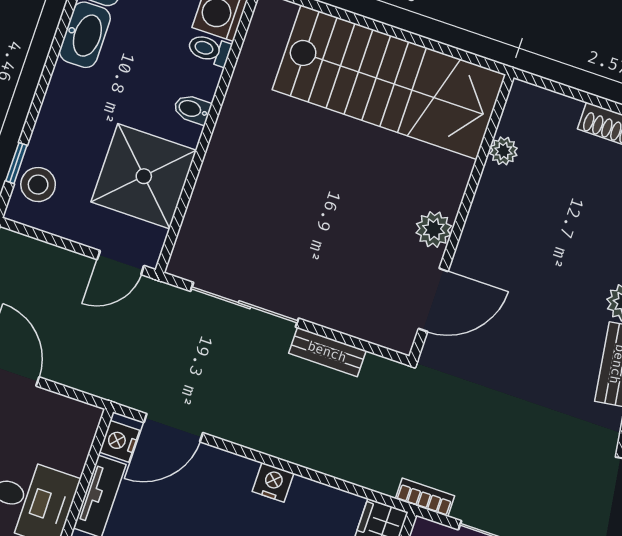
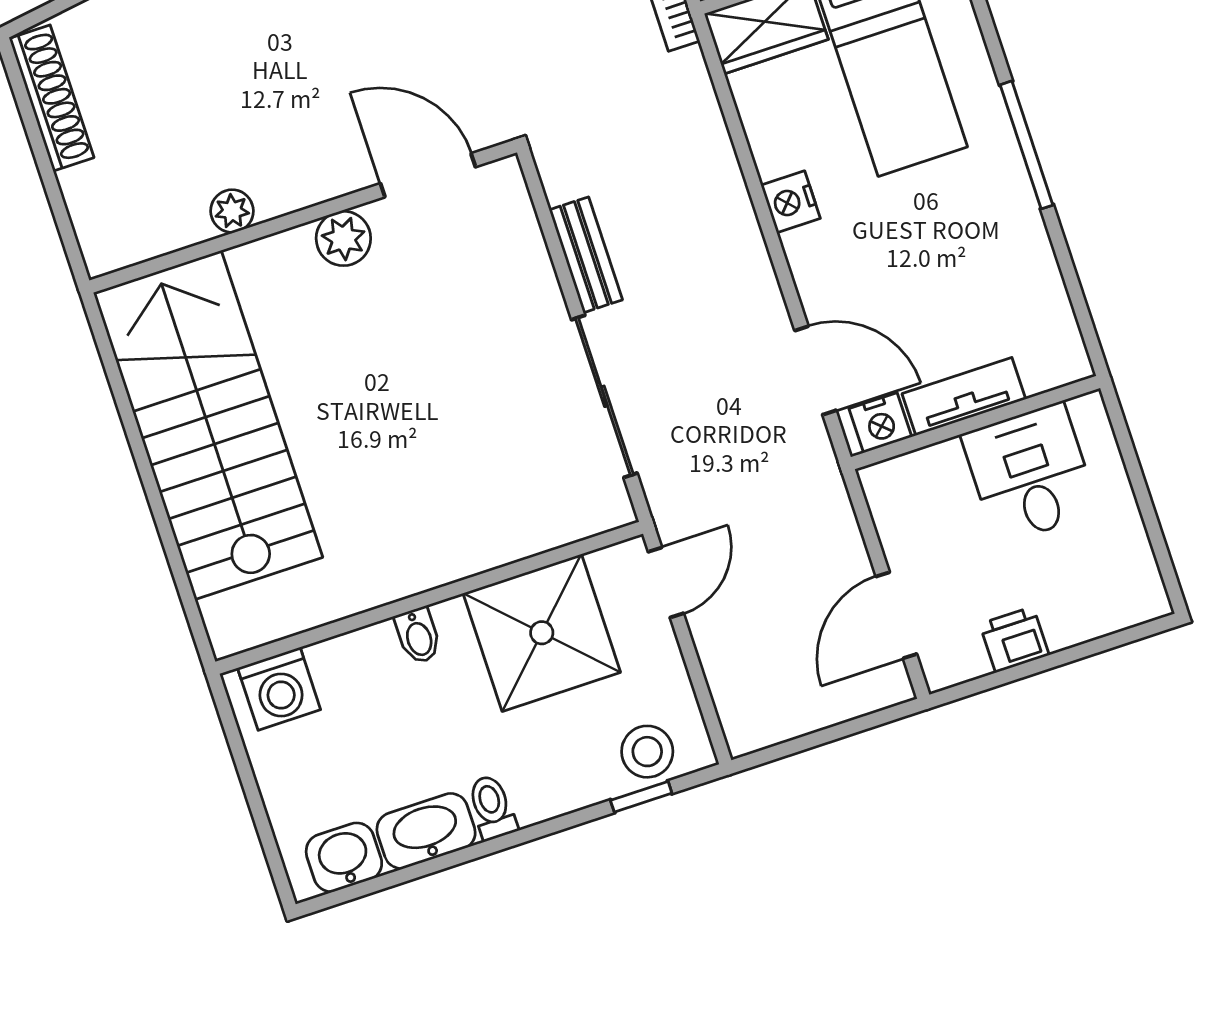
toilet: (209, 50) -> (492, 807), moved, turned 180
plant: (504, 151) -> (232, 211), moved
door: (121, 263) -> (666, 583), hinge flipped

